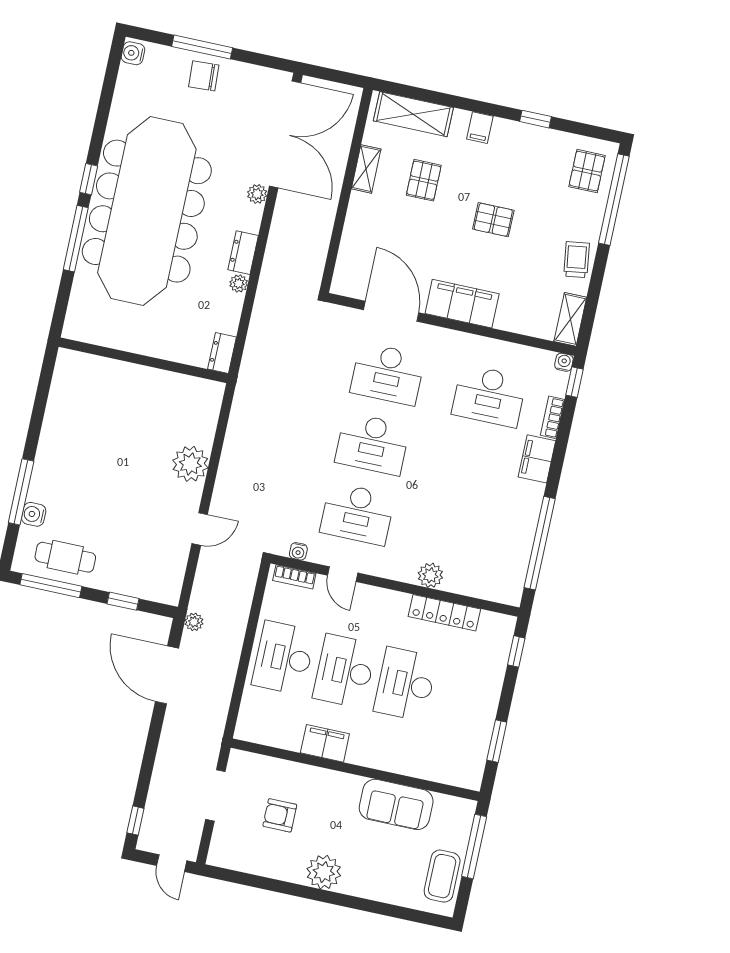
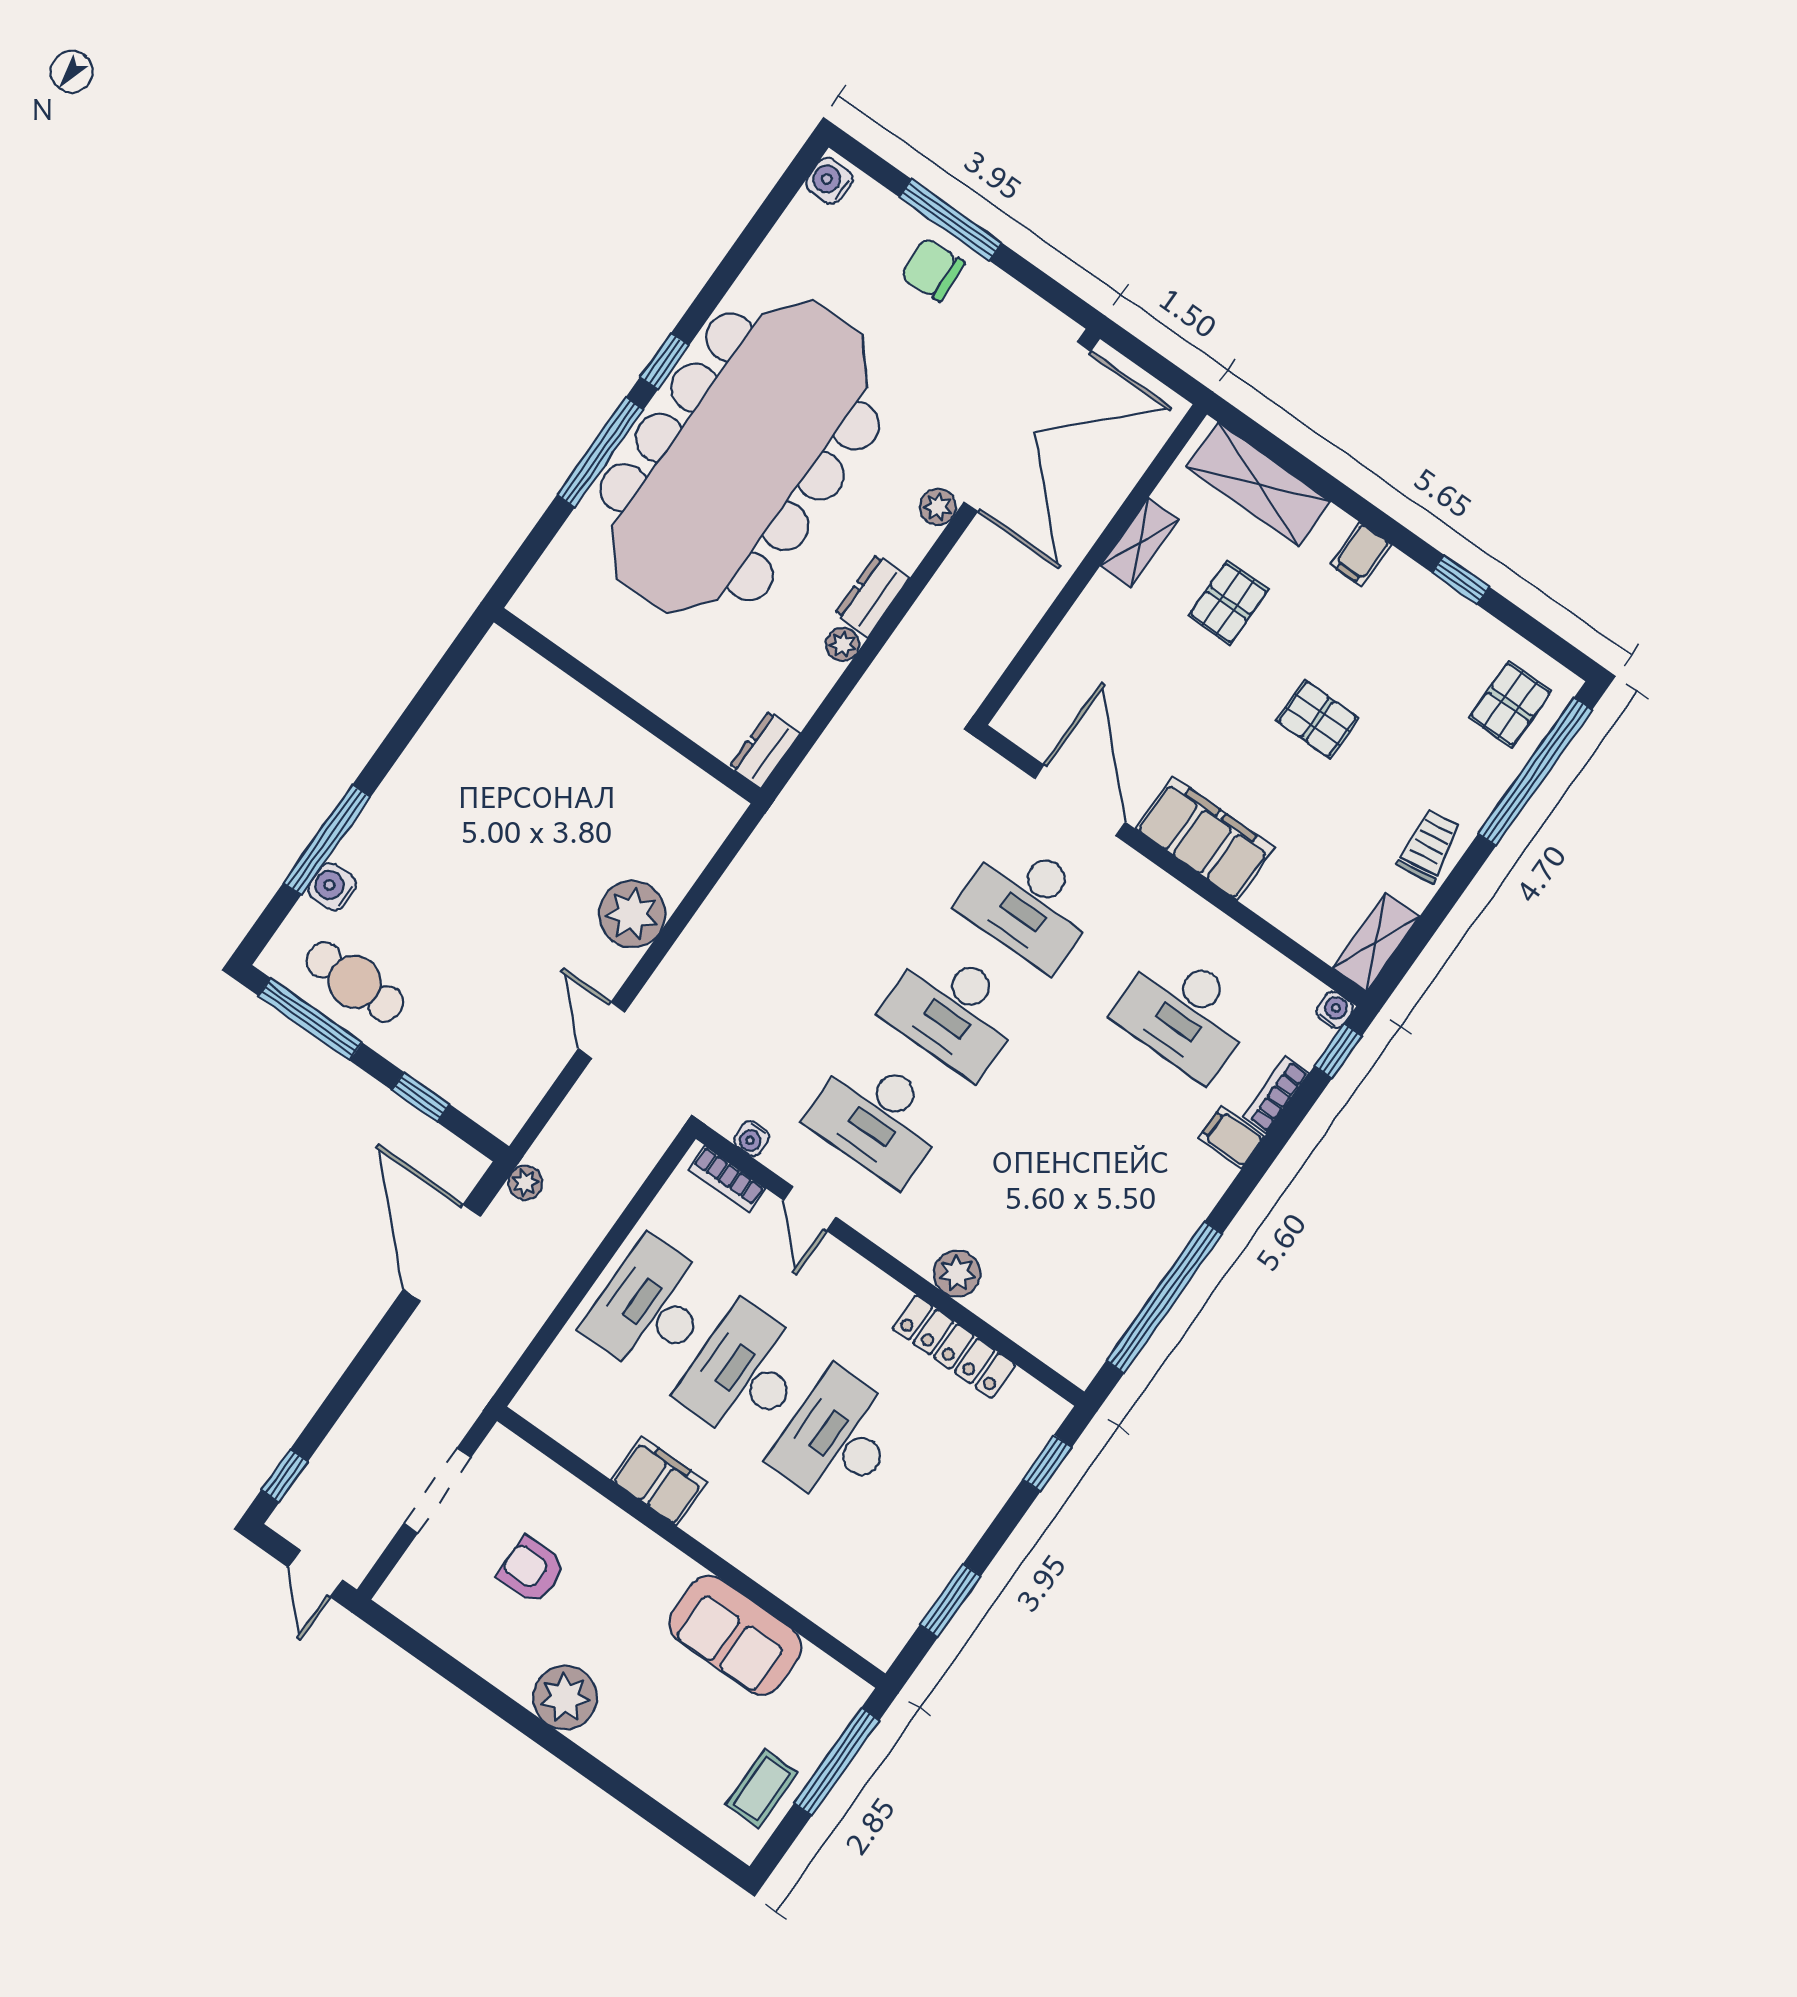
filing cabinet: (537, 459) -> (1231, 1137), width x0.50
door: (200, 529) -> (601, 1030), swing flipped
coffee table: (442, 876) -> (762, 1789), width x0.73, depth x0.77

